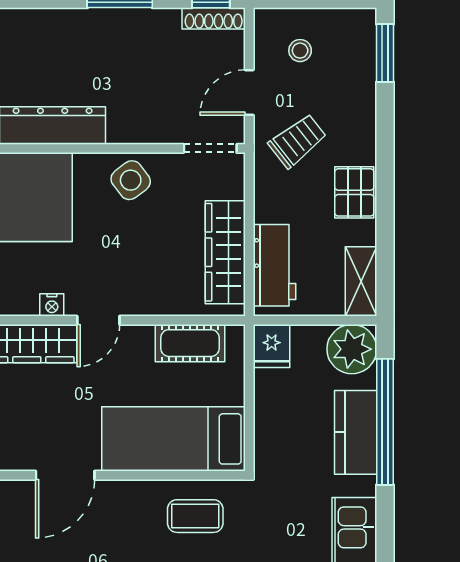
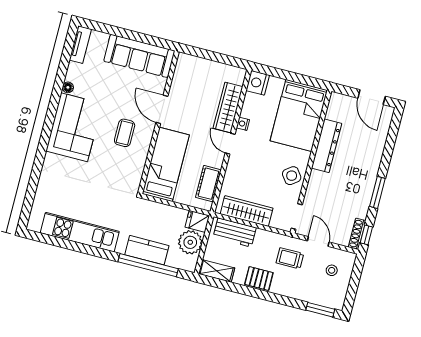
trolley: (298, 141) -> (290, 258), turned 128
plant: (352, 349) -> (190, 242), moved
coffee table: (195, 516) -> (125, 133), moved

